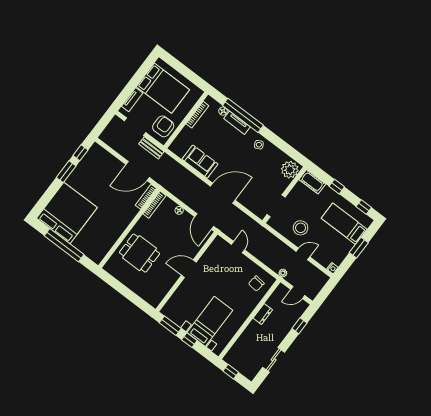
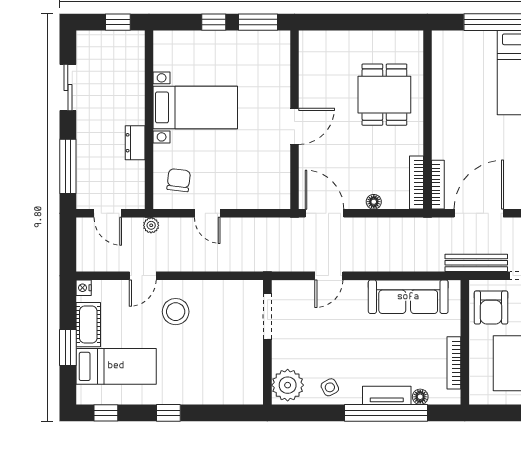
bench: (151, 148) -> (476, 263), width x1.36
sofa: (200, 162) -> (408, 297), width x1.36
plant: (290, 170) -> (288, 385), moved
cot: (312, 182) -> (88, 325), moved, turned 90
door: (223, 193) -> (329, 276), width x0.53
wall: (284, 195) -> (267, 342), moved
doorway: (276, 206) -> (267, 316), moved
door: (238, 247) -> (207, 213), moved
dining table: (139, 253) -> (384, 95), turned 90
door: (298, 292) -> (108, 213), swing flipped
bed with nightstands: (210, 321) -> (195, 107), moved, turned -90
window: (299, 326) -> (68, 166), width x2.17

